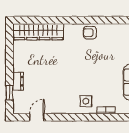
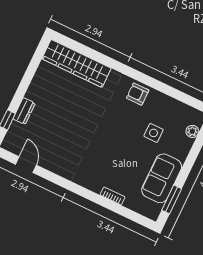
side table: (86, 101) -> (154, 133), moved
door: (37, 117) -> (26, 165), hinge flipped

